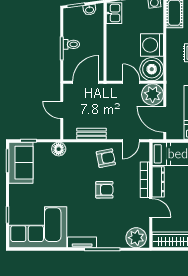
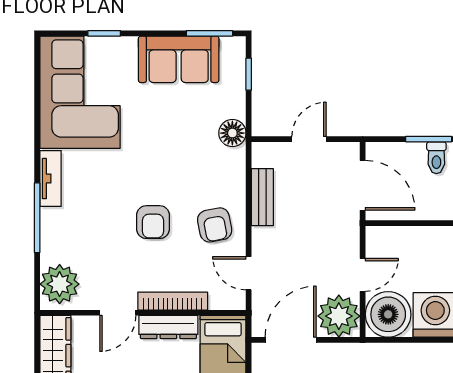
sofa: (21, 163) -> (179, 59), moved

